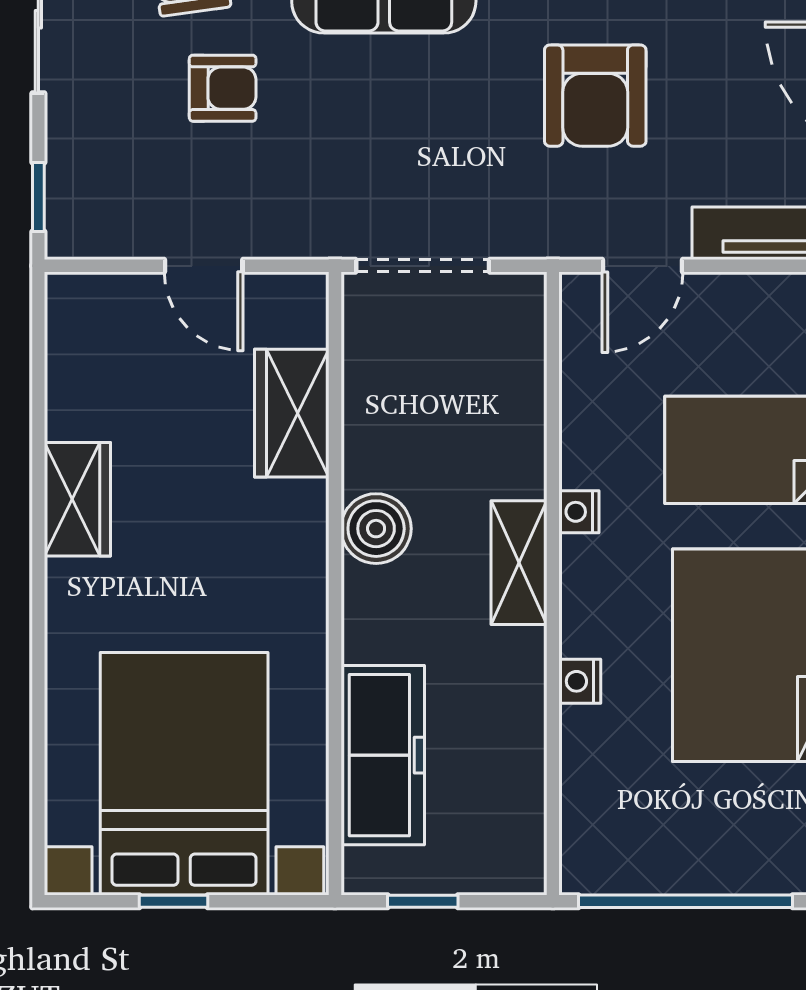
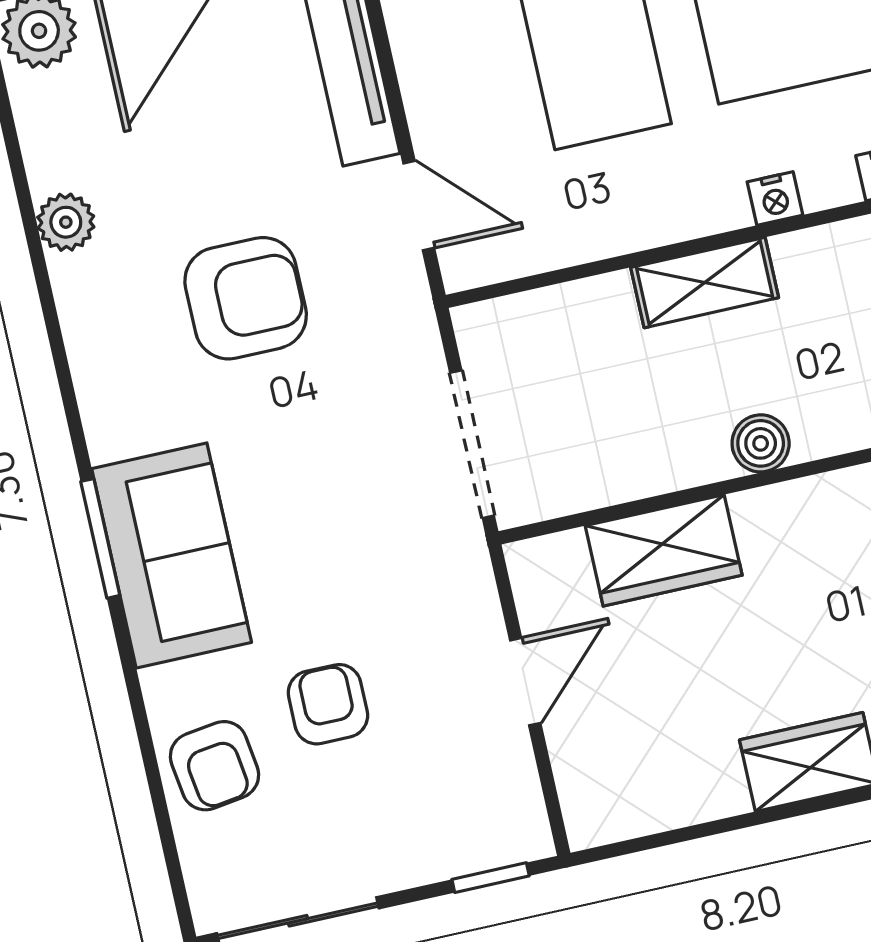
nightstand: (579, 512) -> (775, 198), moved
boiler: (376, 529) -> (761, 443), width x0.73, depth x0.73
shelving: (519, 563) -> (705, 283), moved

